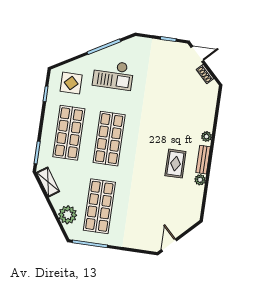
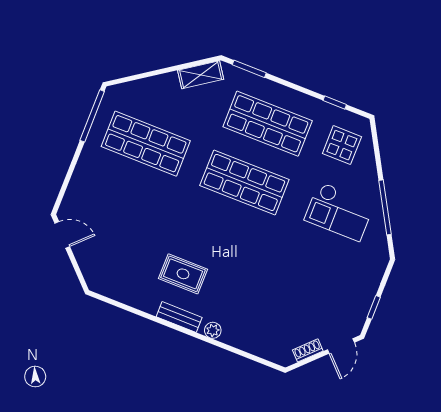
checkout: (113, 75) -> (339, 211), turned -90
plant: (200, 180) -> (150, 305), removed
plant: (68, 215) -> (144, 93), removed

